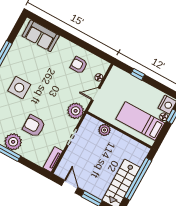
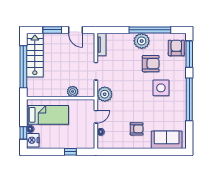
armchair: (79, 65) -> (137, 129), moved
armchair: (34, 126) -> (151, 64), moved

